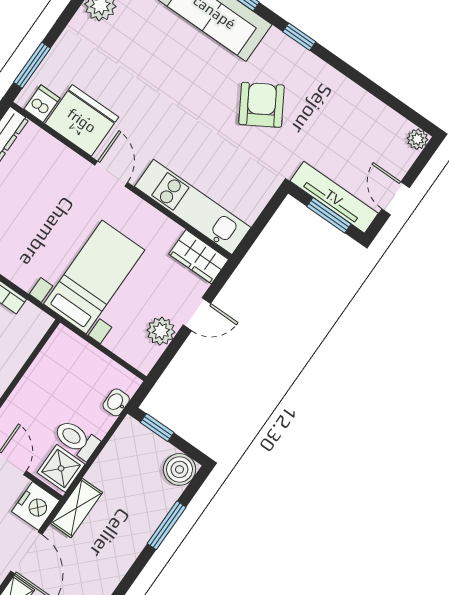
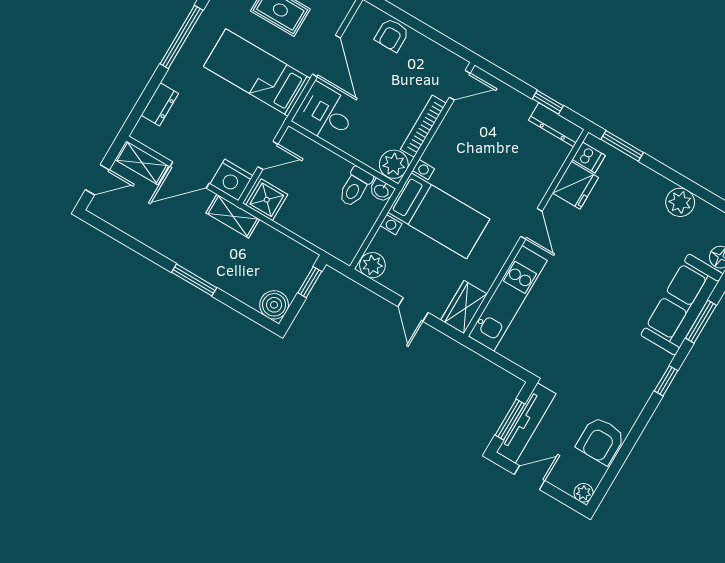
armchair: (262, 105) -> (601, 441), moved, turned 121
fridge: (82, 120) -> (575, 185), width x0.73, depth x0.75
door: (111, 174) -> (531, 224), hinge flipped
plant: (32, 323) -> (394, 164), added
plant: (161, 331) -> (372, 265), moved
washbasin: (116, 402) -> (382, 191), moved, turned 180
toilet: (76, 439) -> (355, 187), moved, turned 180
window: (167, 525) -> (194, 280), moved

